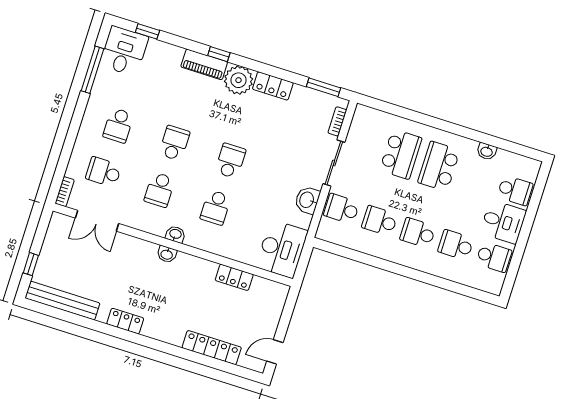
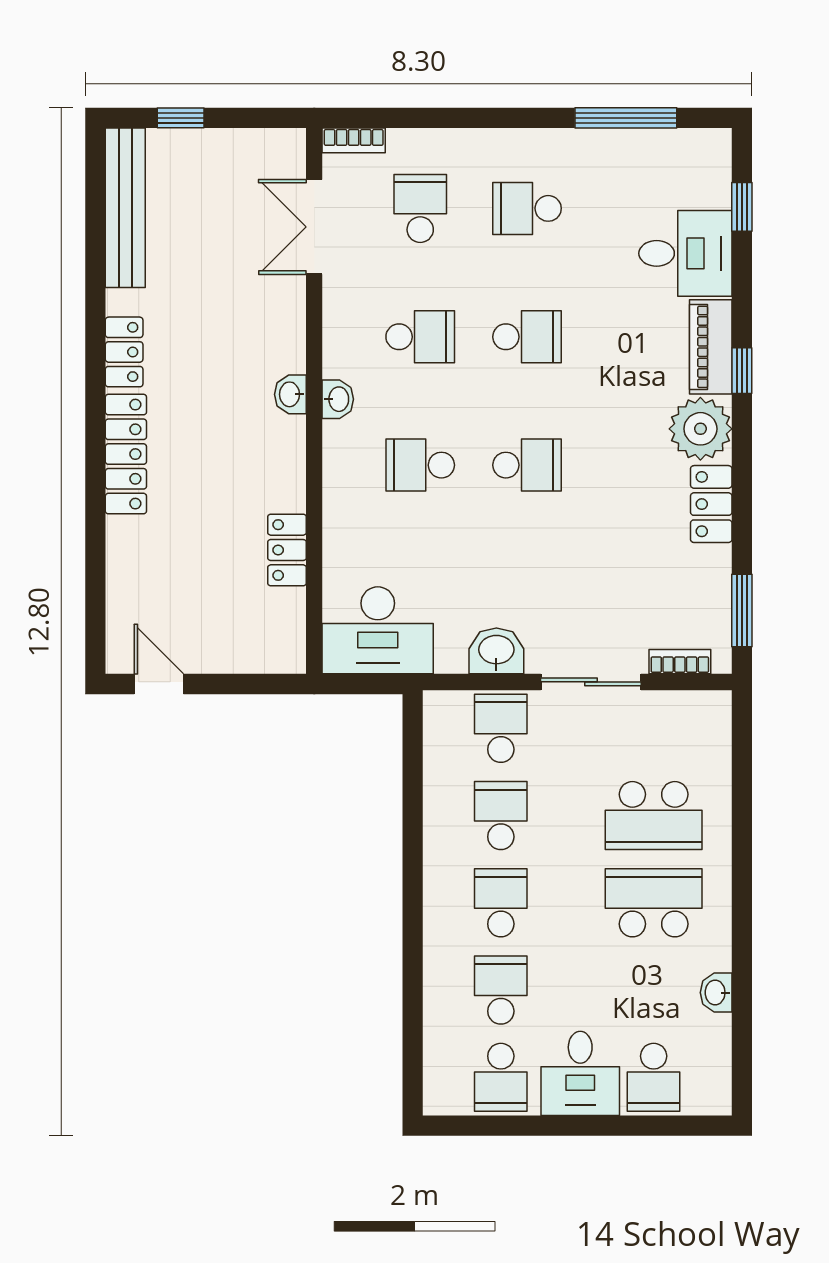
desk: (124, 51) -> (685, 253), moved
school desk: (160, 190) -> (420, 337), turned 180
locker: (212, 348) -> (126, 454), moved

